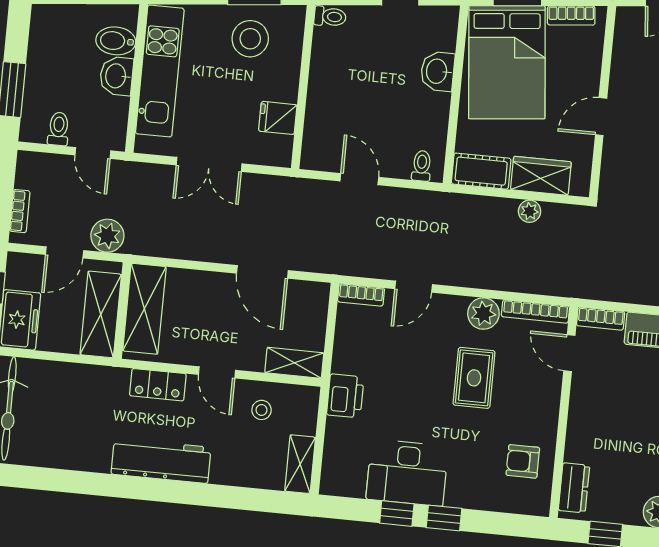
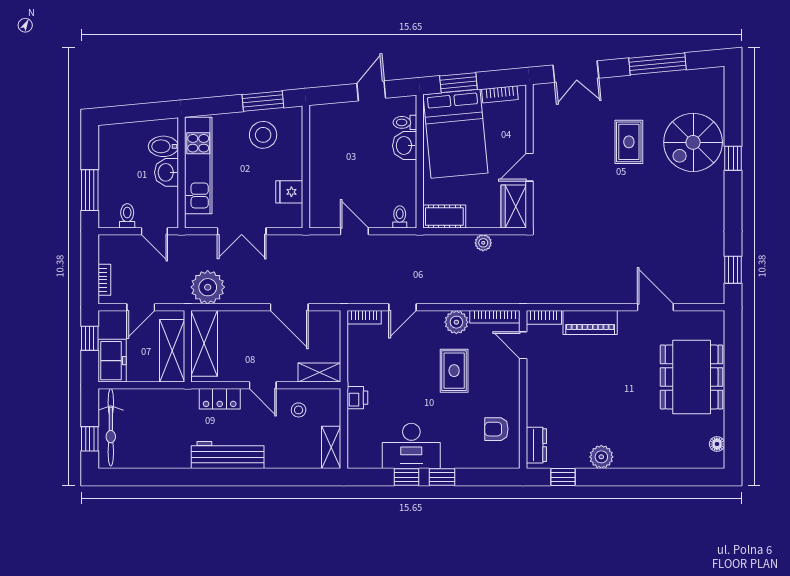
toilet: (330, 17) -> (405, 122), moved, turned 180
wardrobe: (541, 176) -> (514, 206), moved, turned -90
plant: (107, 236) -> (208, 287), moved, width x1.36, depth x1.36
printer: (345, 396) -> (357, 398), width x0.73, depth x0.81

